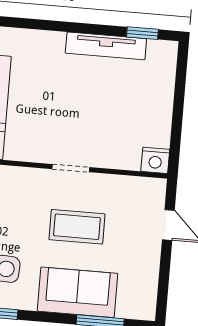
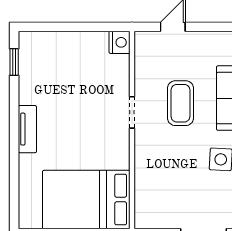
tv unit: (106, 46) -> (27, 129), moved, width x0.71

